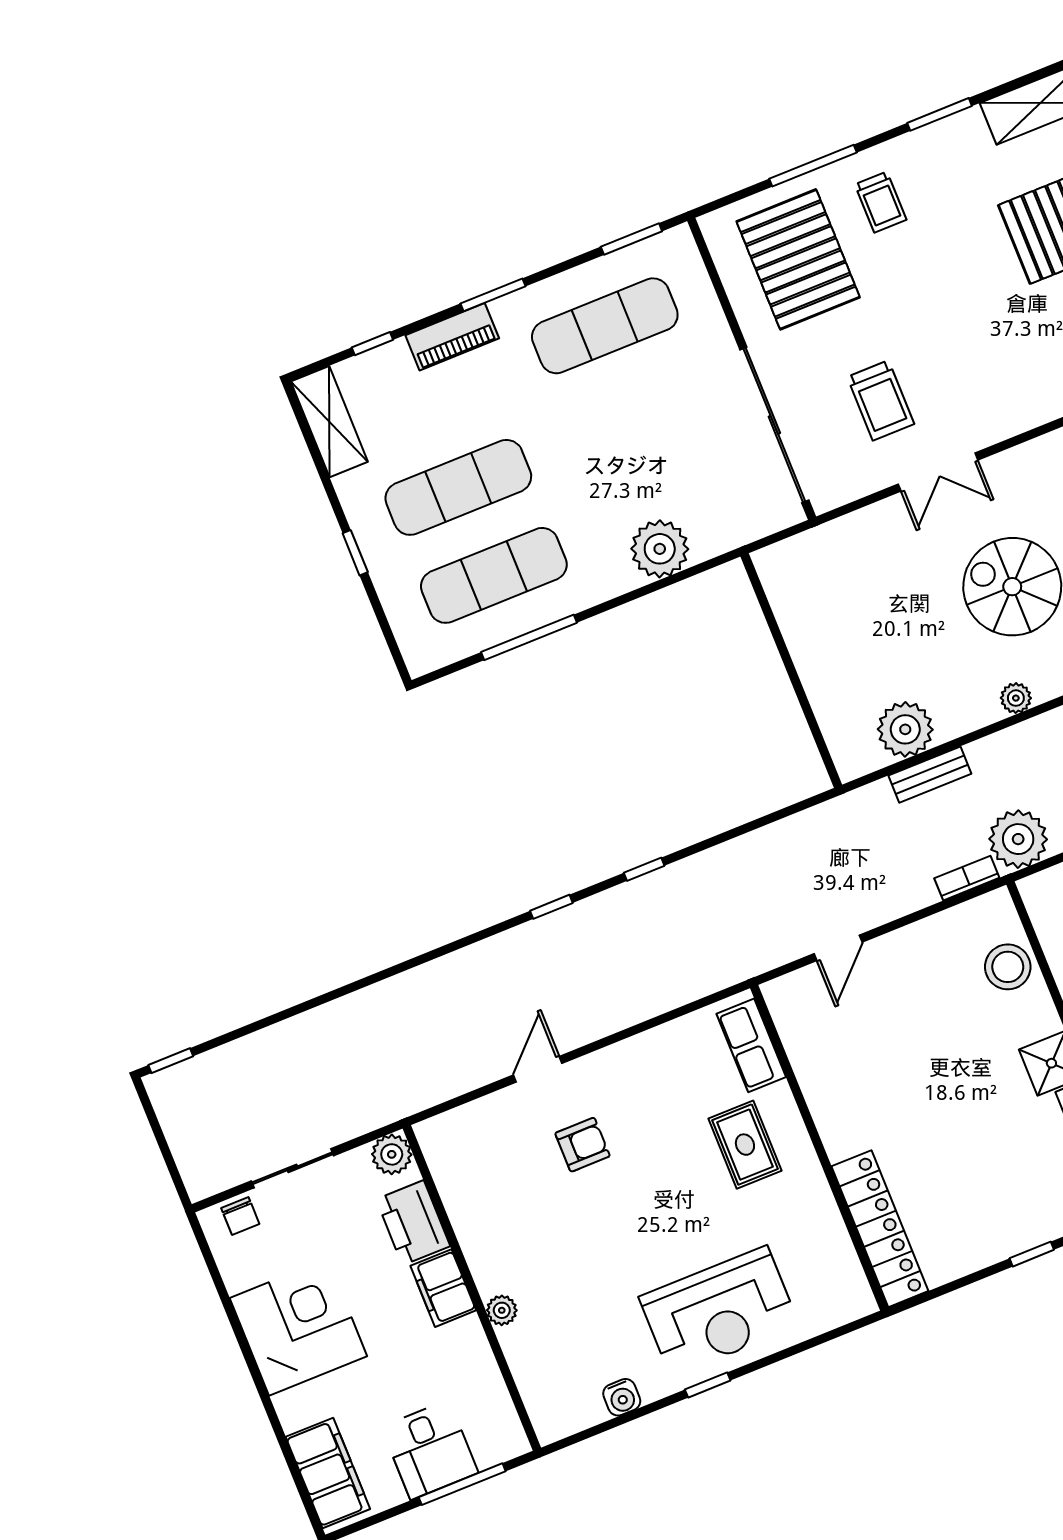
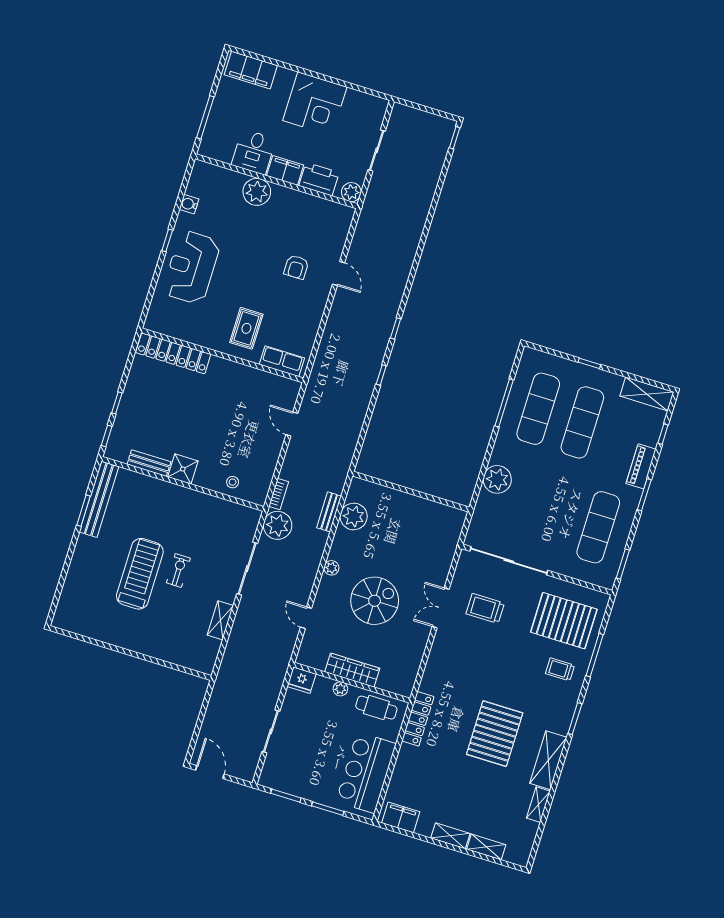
stool: (1008, 967) -> (233, 482), width x0.53, depth x0.53
rug: (745, 1145) -> (246, 328), turned 90
chair: (240, 1216) -> (375, 116), removed
plant: (502, 1310) -> (257, 192), width x1.87, depth x1.87
desk: (430, 1450) -> (254, 152), moved, turned -90

